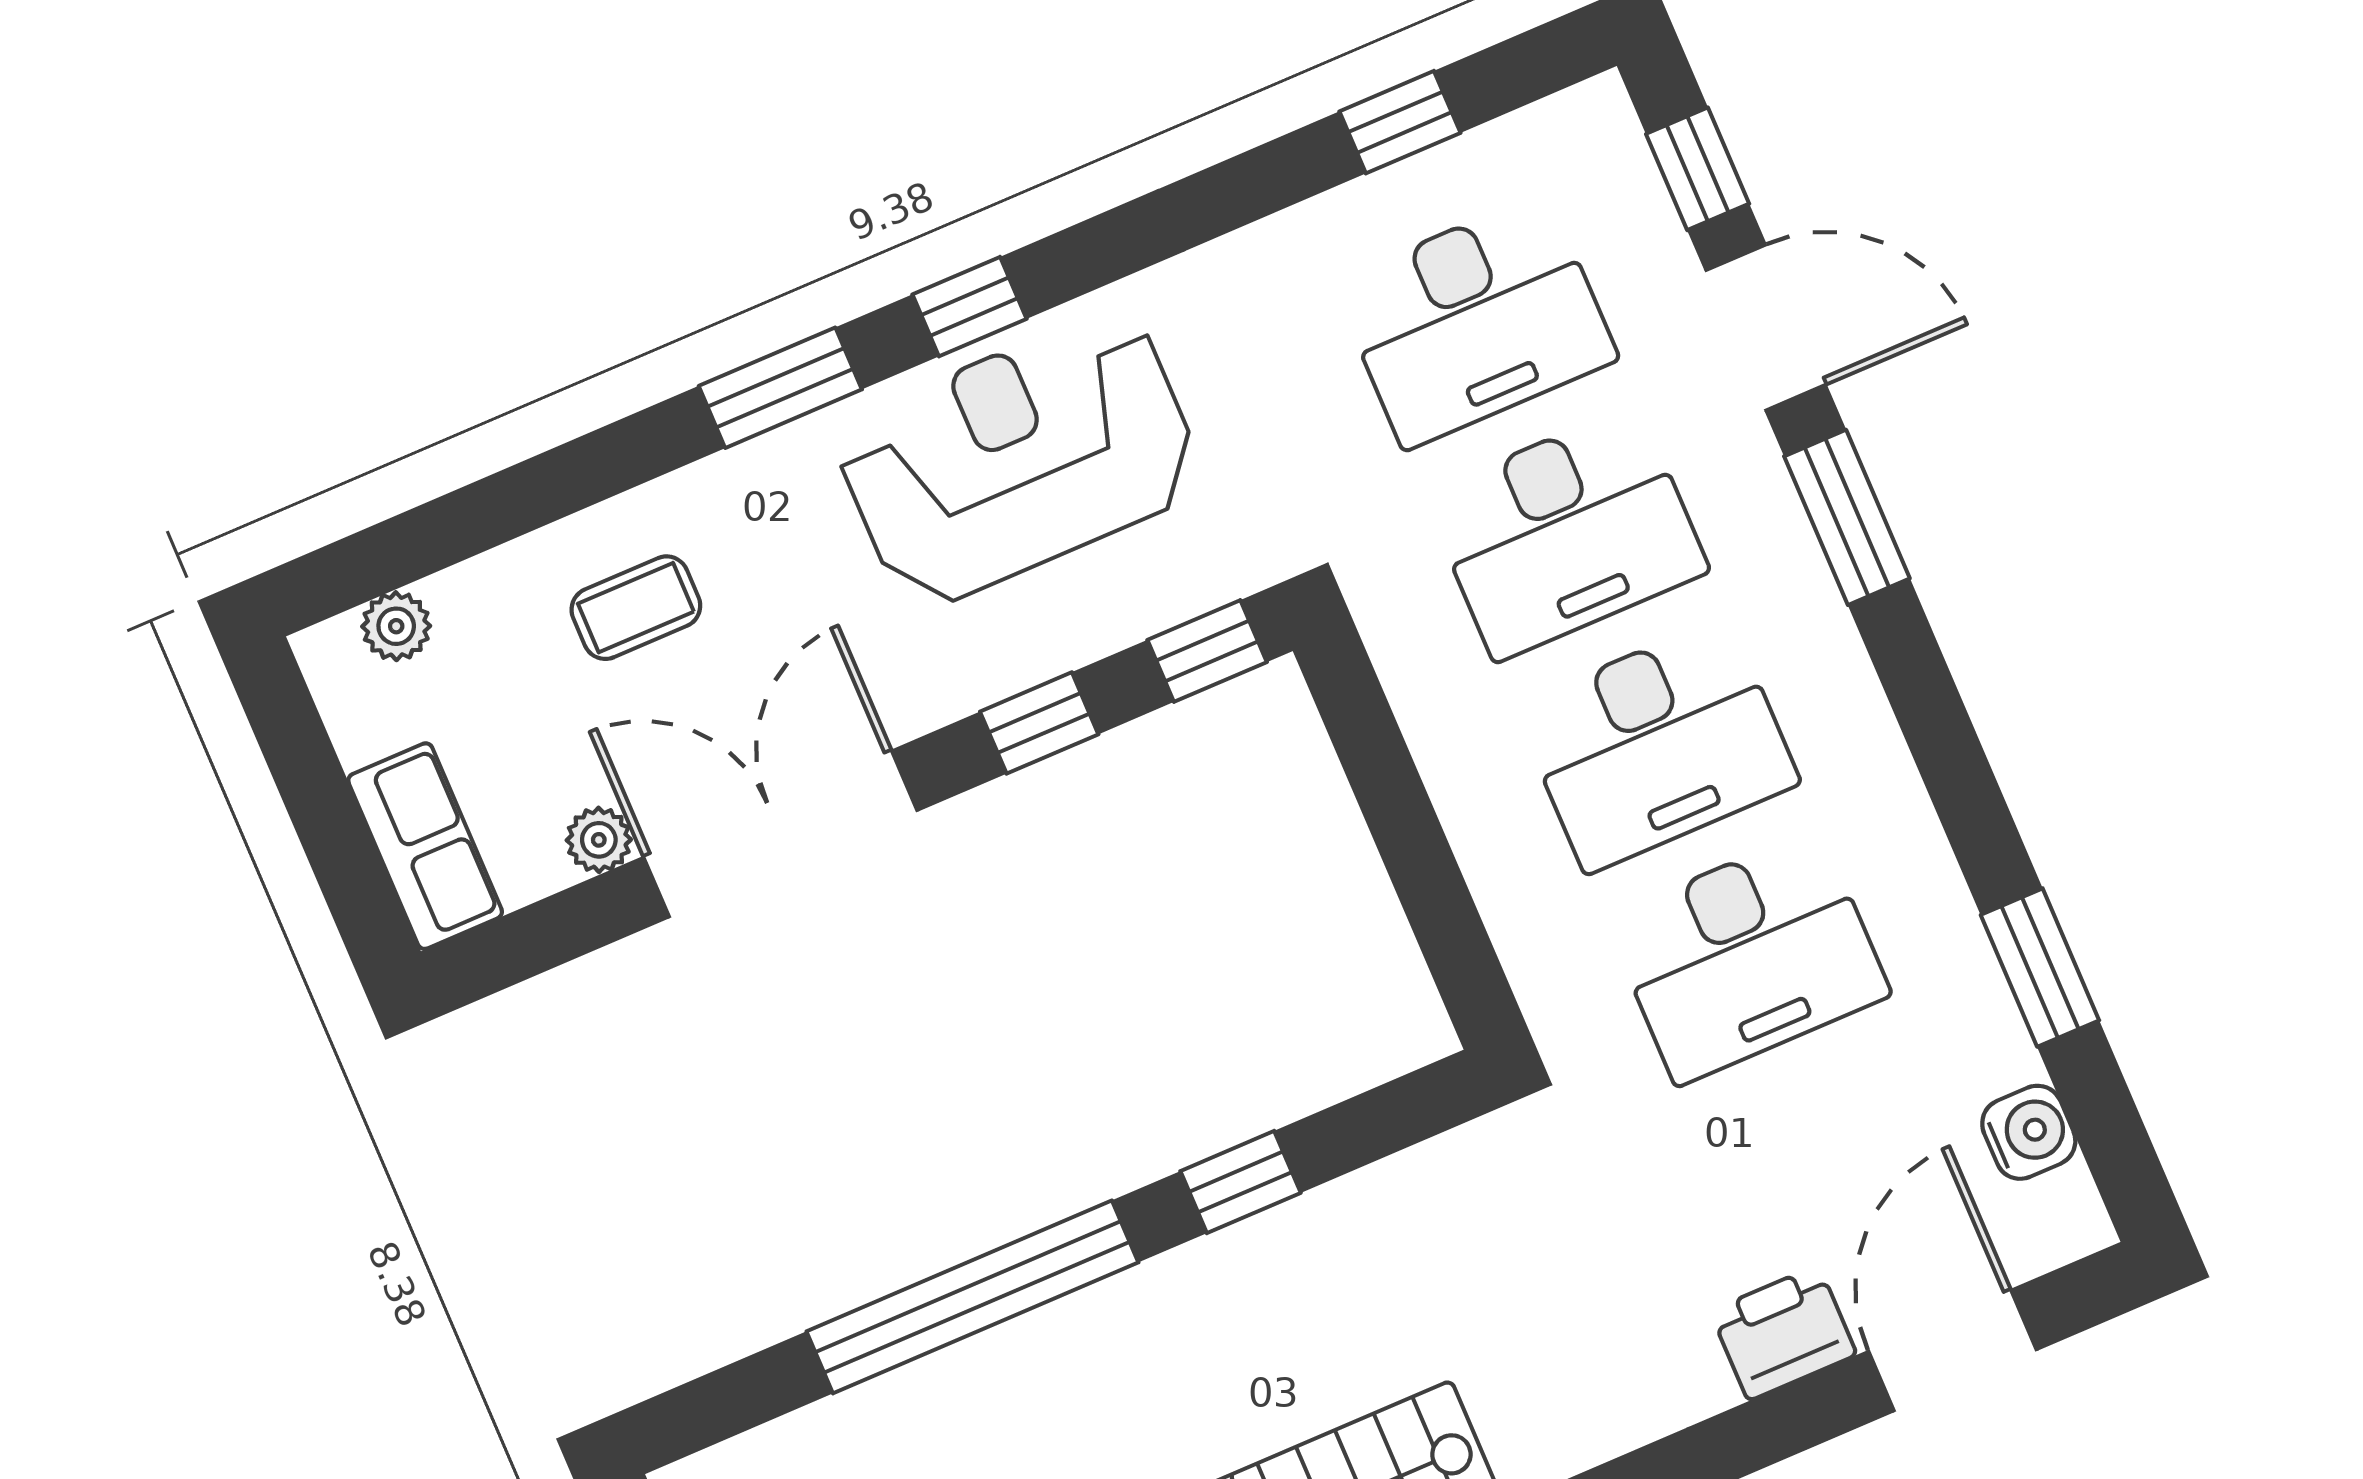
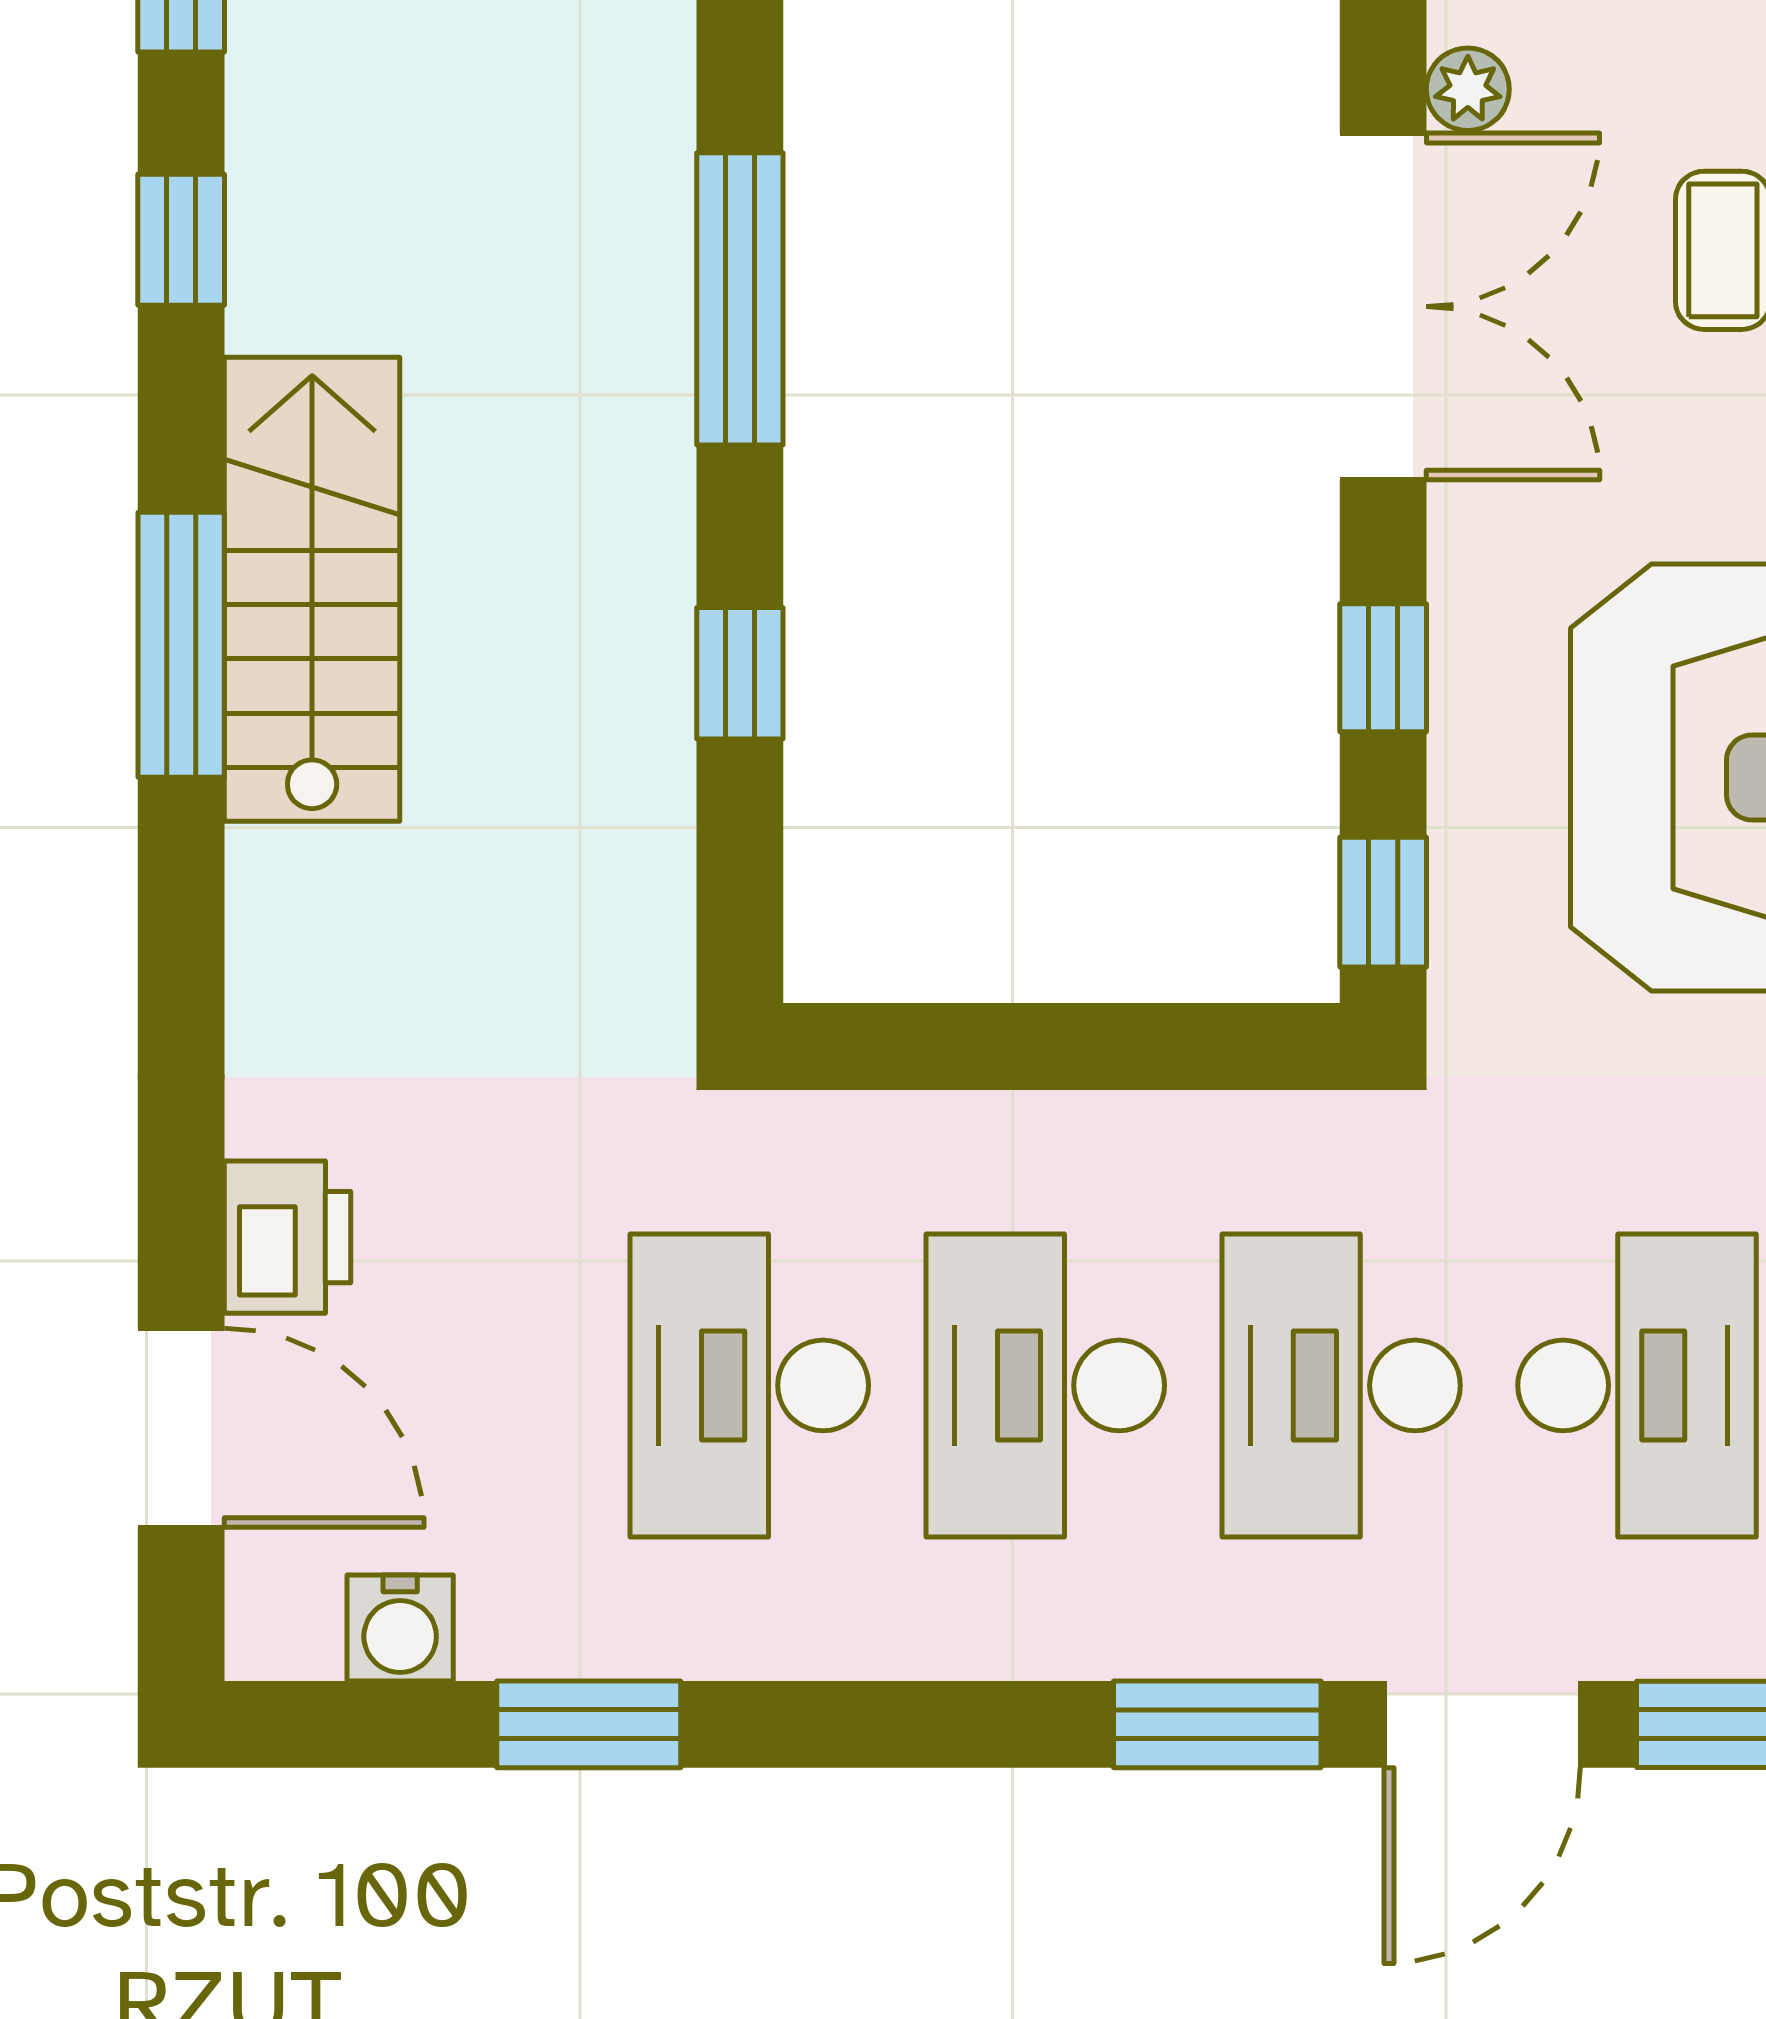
desk: (1475, 321) -> (1637, 1385), turned 180
window: (972, 1297) -> (740, 299), width x0.68

